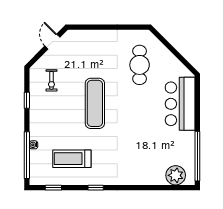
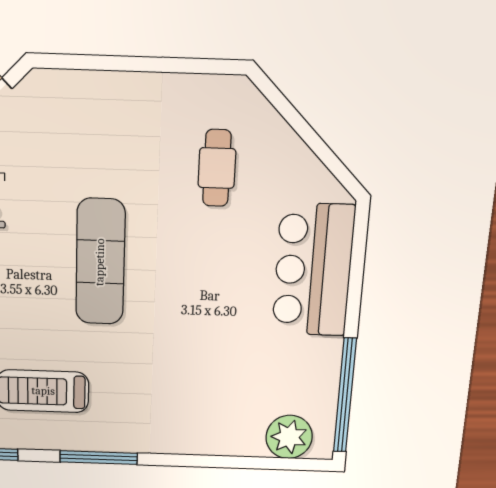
cafe table: (140, 65) -> (217, 168), width x0.73, depth x0.74
window: (96, 188) -> (99, 458), width x2.17

